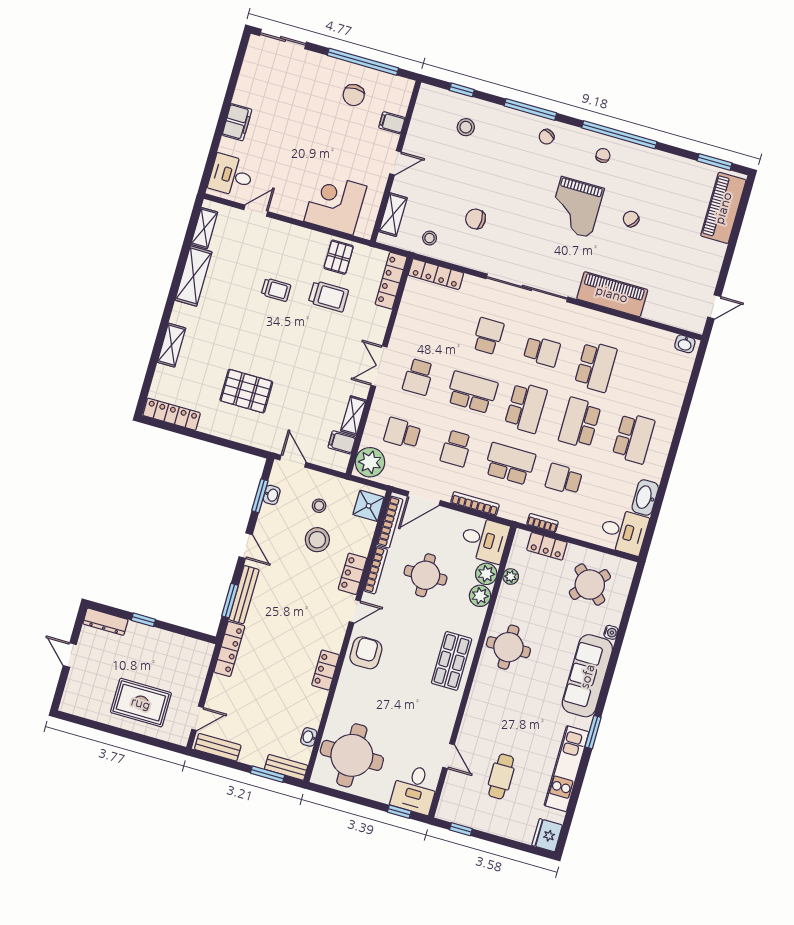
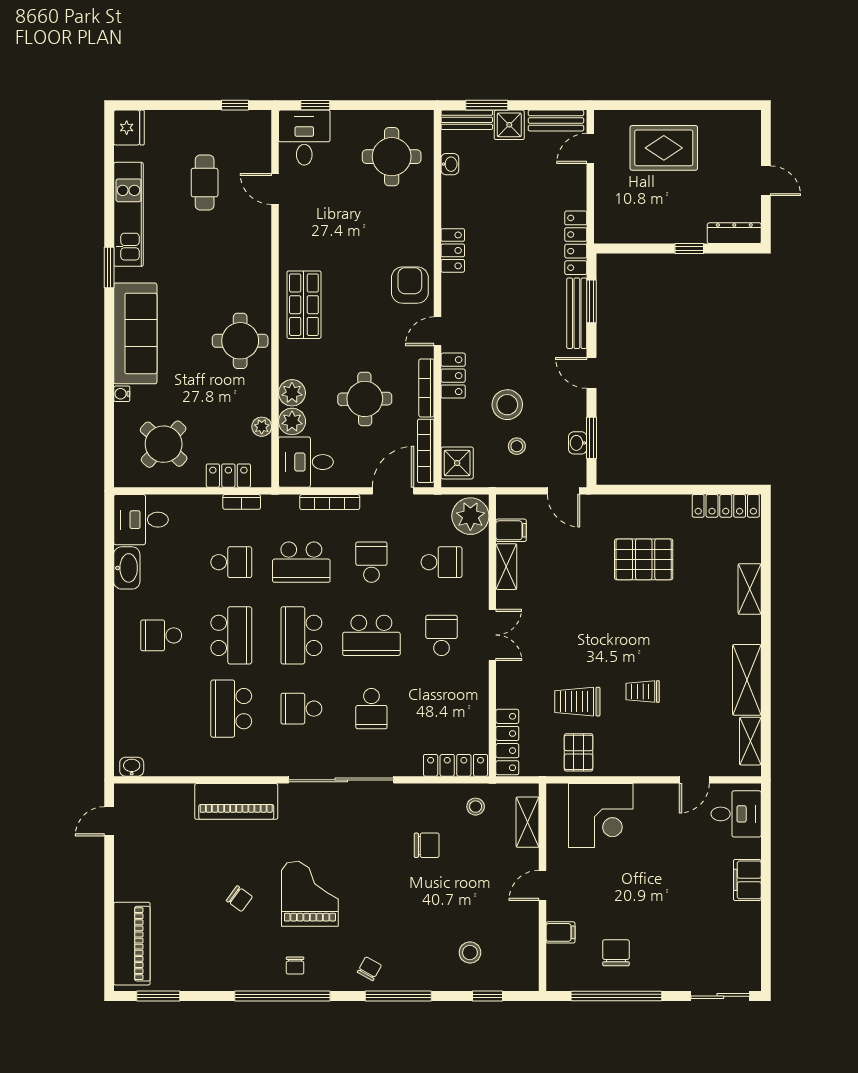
school desk: (634, 438) -> (161, 635), width x0.54
armchair: (366, 653) -> (410, 285), turned 180
shower: (255, 754) -> (509, 125), added
round table: (352, 755) -> (392, 157), width x0.73, depth x0.73

